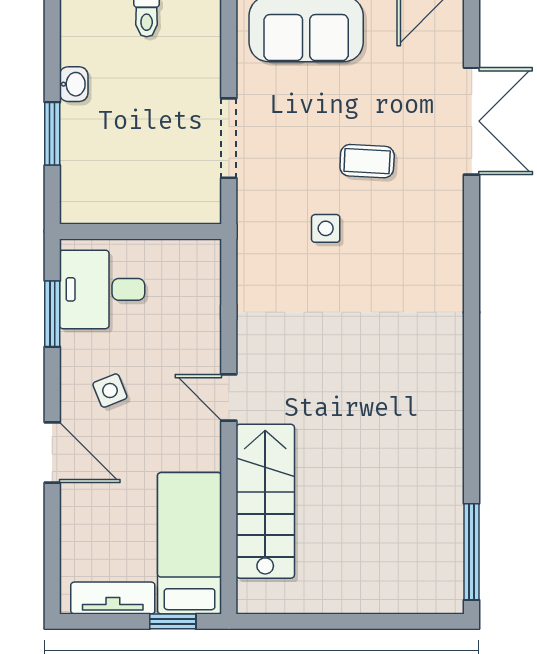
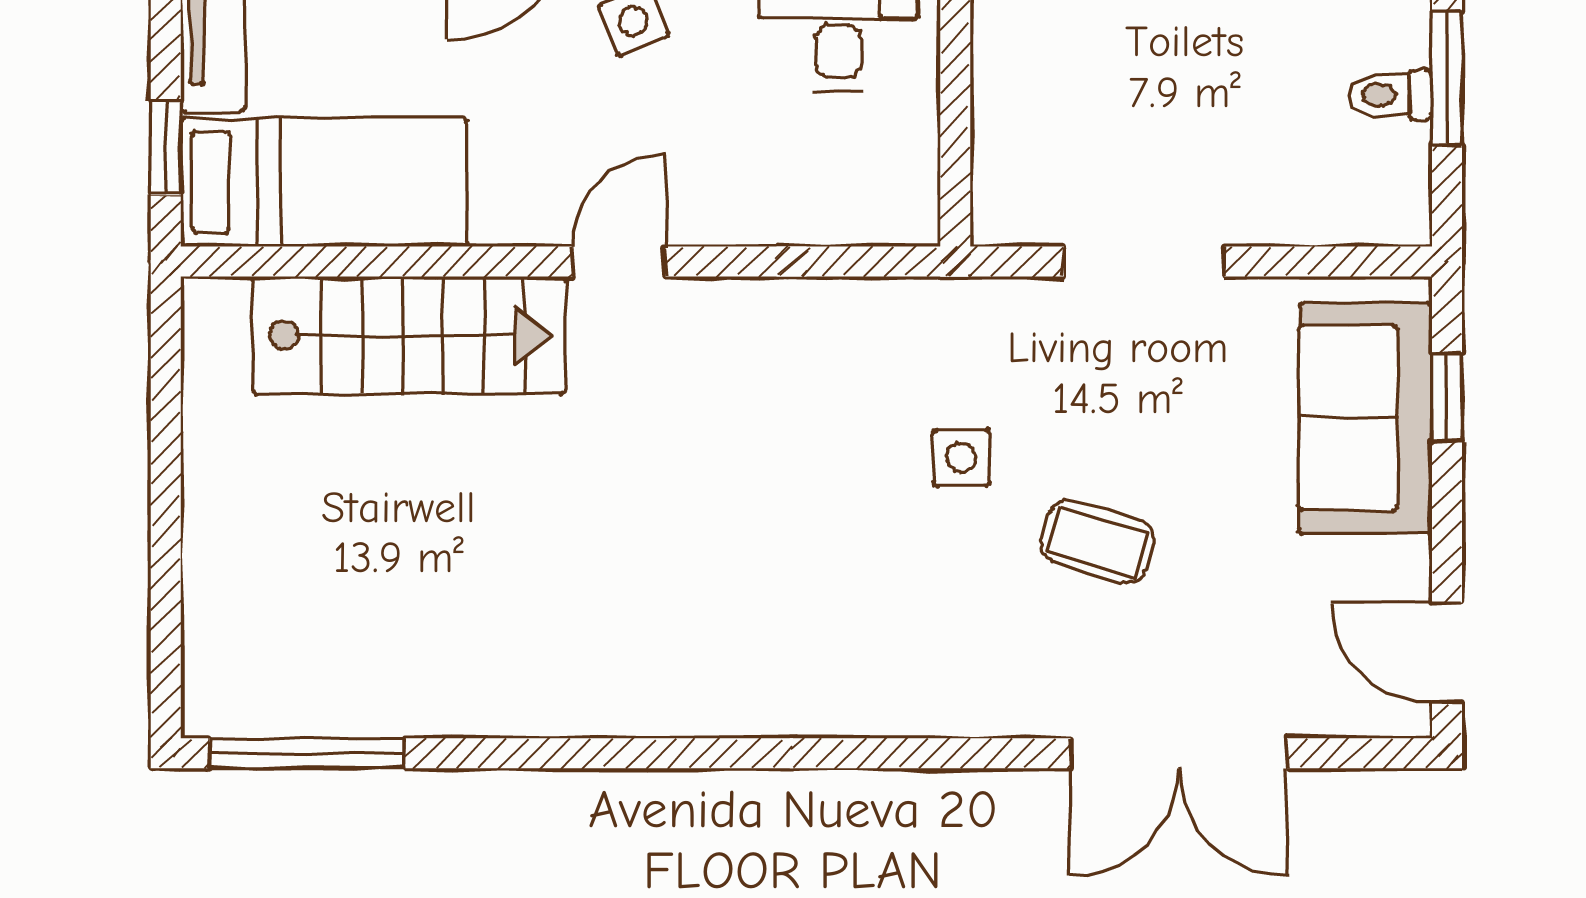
coffee table: (367, 161) -> (1098, 541), turned -76

